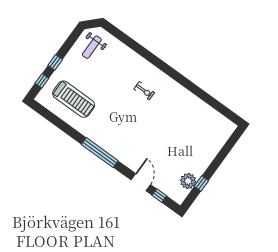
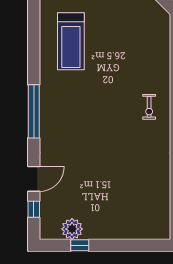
weight bench: (92, 47) -> (141, 20), removed
exercise bike: (144, 91) -> (149, 107), moved

